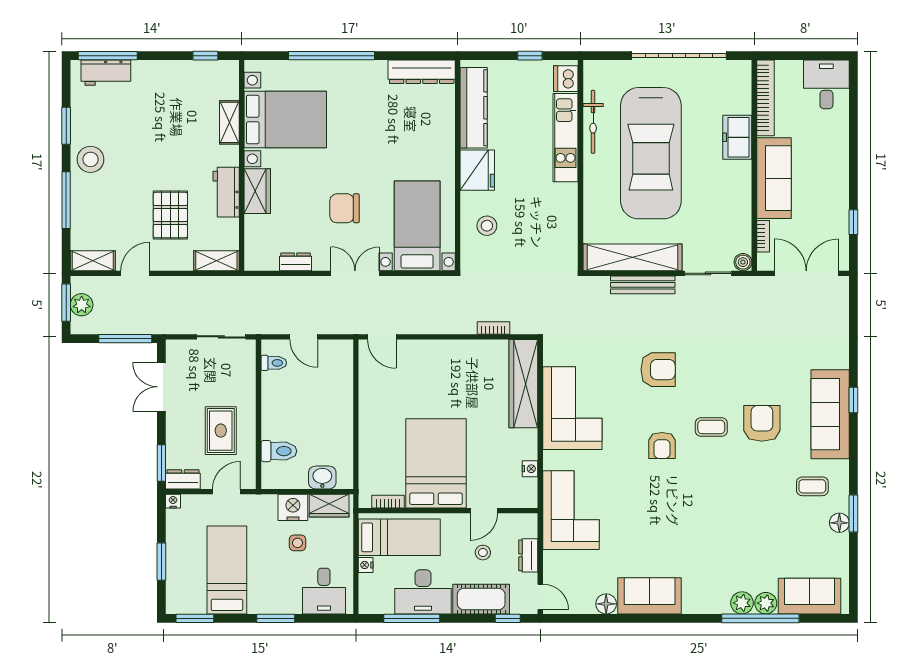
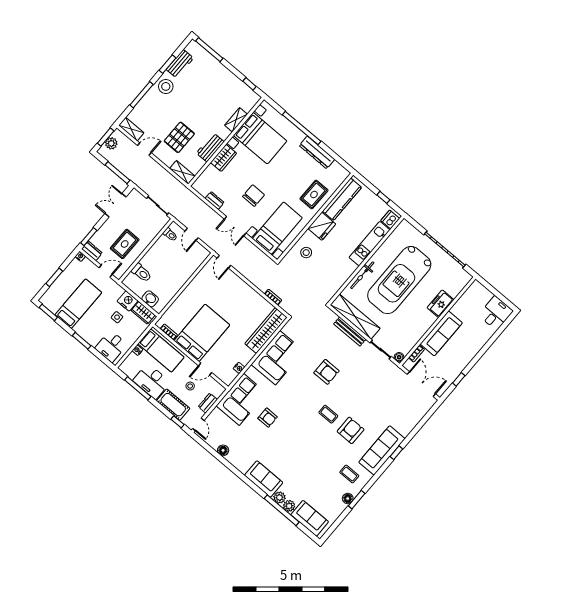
dresser: (422, 72) -> (317, 152), moved
workbench: (106, 73) -> (180, 64), moved, turned -90
bookcase: (765, 98) -> (466, 297), removed
bicycle: (593, 122) -> (362, 275), moved
rug: (428, 135) -> (314, 195), added
chair: (345, 208) -> (254, 196), turned 90
double door: (355, 273) -> (235, 226), swing flipped
armchair: (662, 445) -> (268, 418), moved, turned -90
sofa: (650, 596) -> (264, 479), moved

